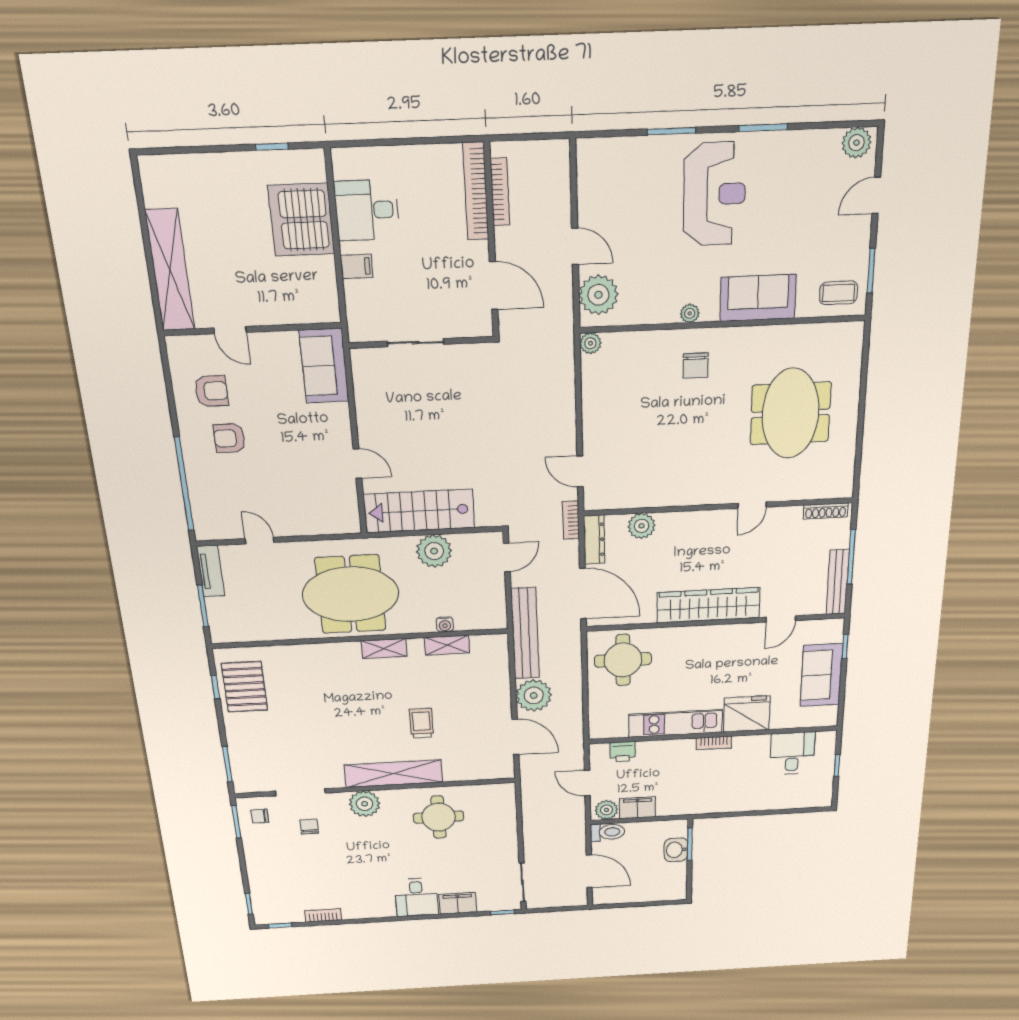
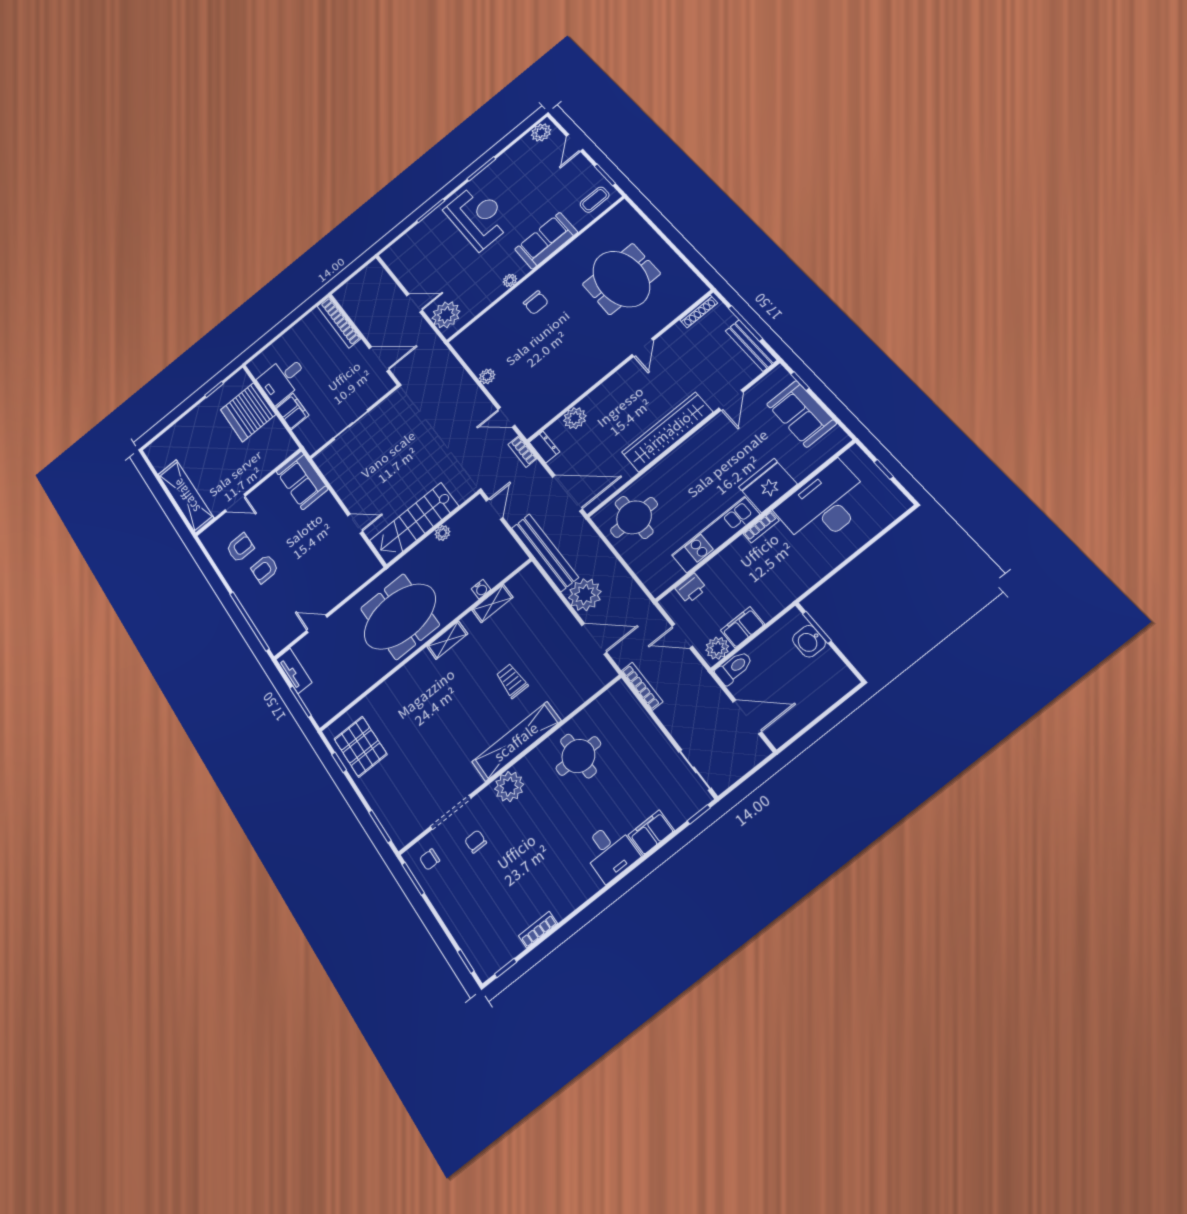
bookcase: (500, 192) -> (642, 686), moved
filing cabinet: (357, 266) -> (292, 411), width x2.00
plant: (590, 343) -> (487, 376), moved
dresser: (594, 540) -> (544, 447), width x0.70
plant: (434, 551) -> (443, 533), width x0.53, depth x0.53
desk: (792, 753) -> (824, 505), width x1.87, depth x1.30

